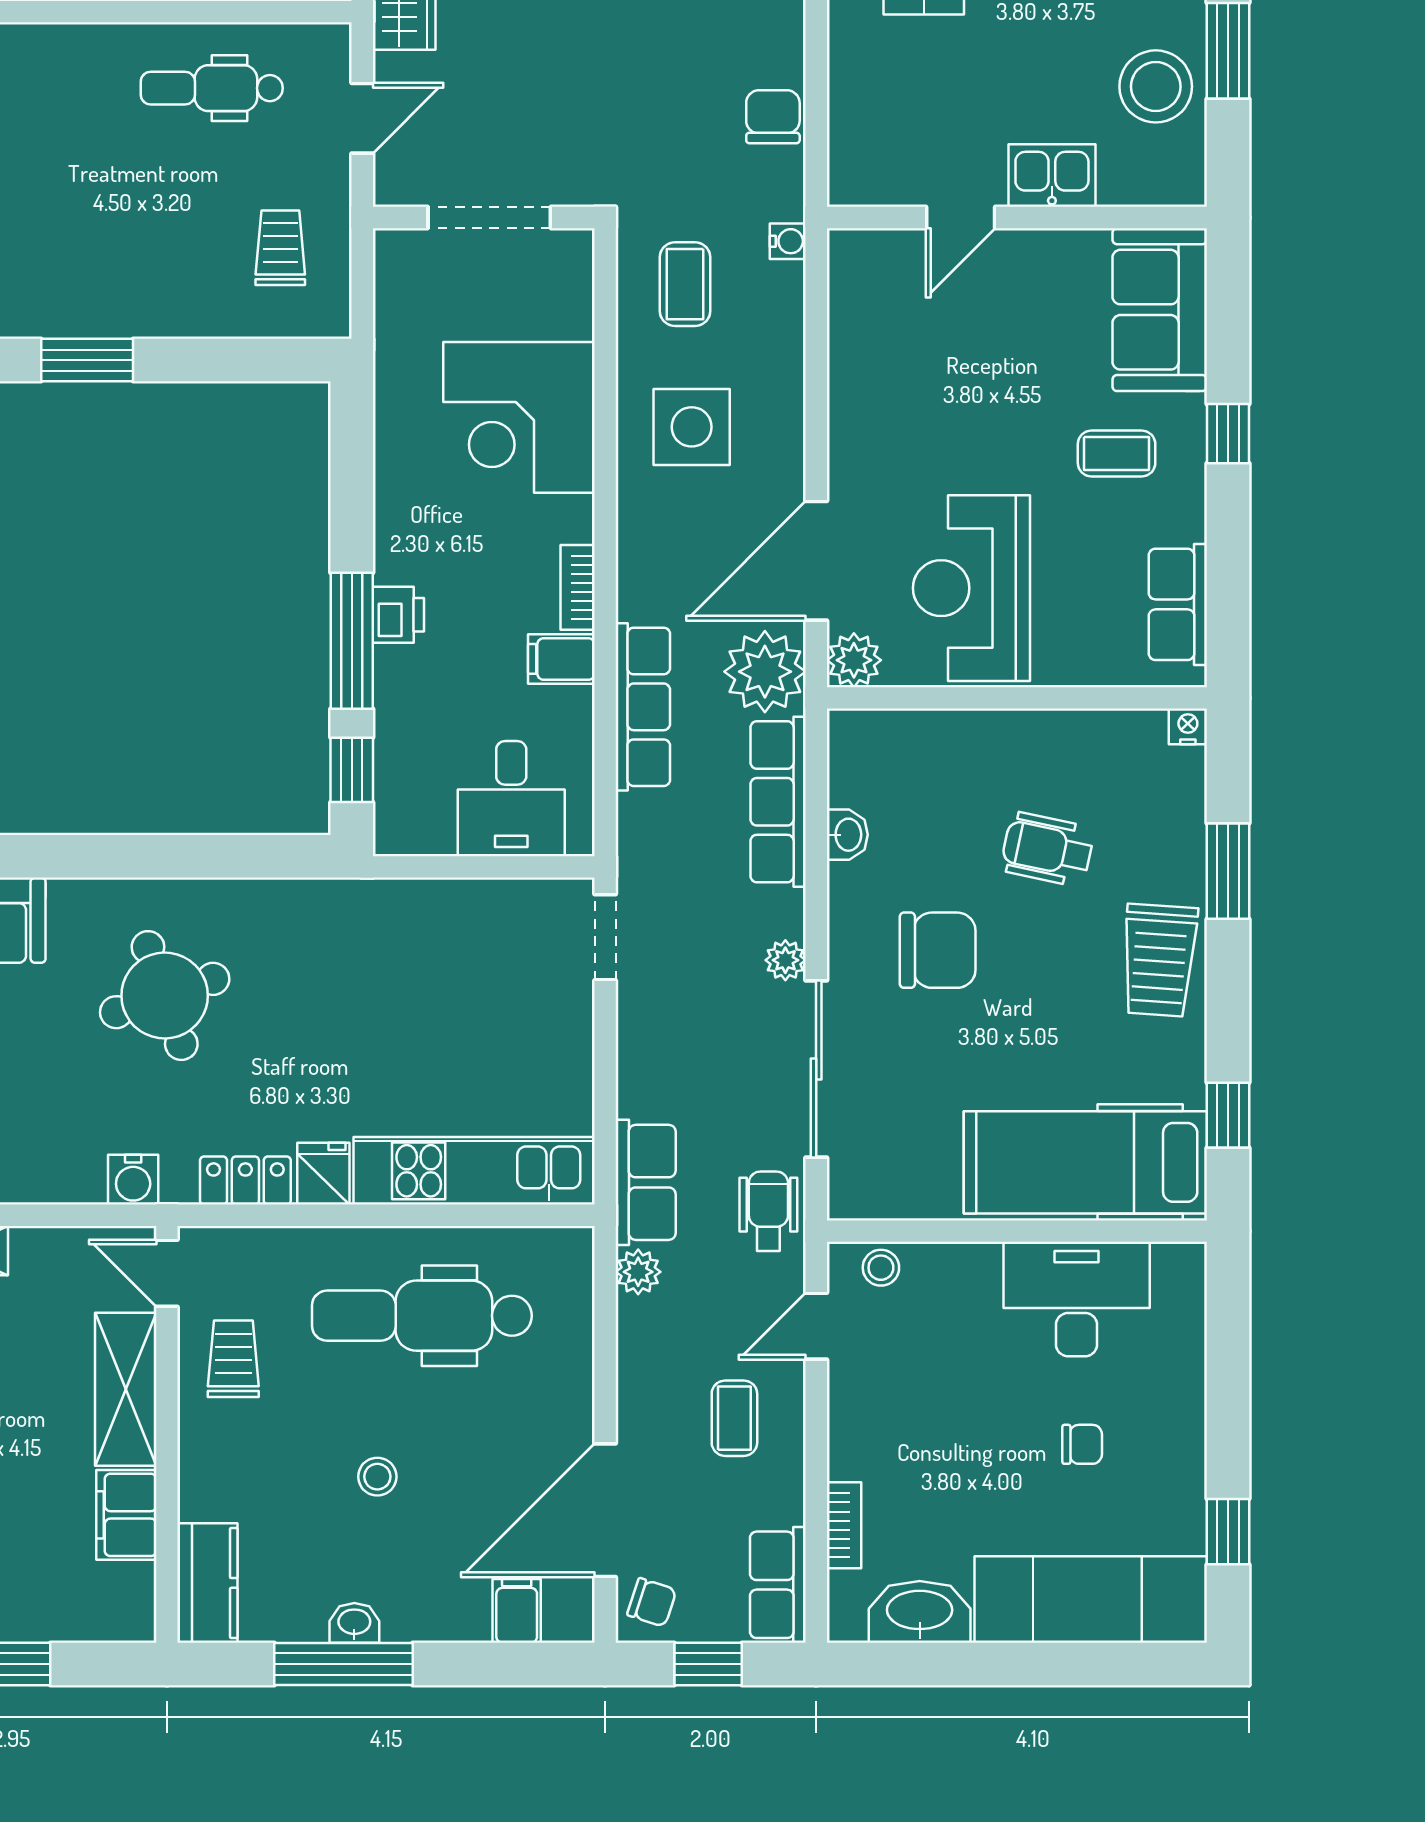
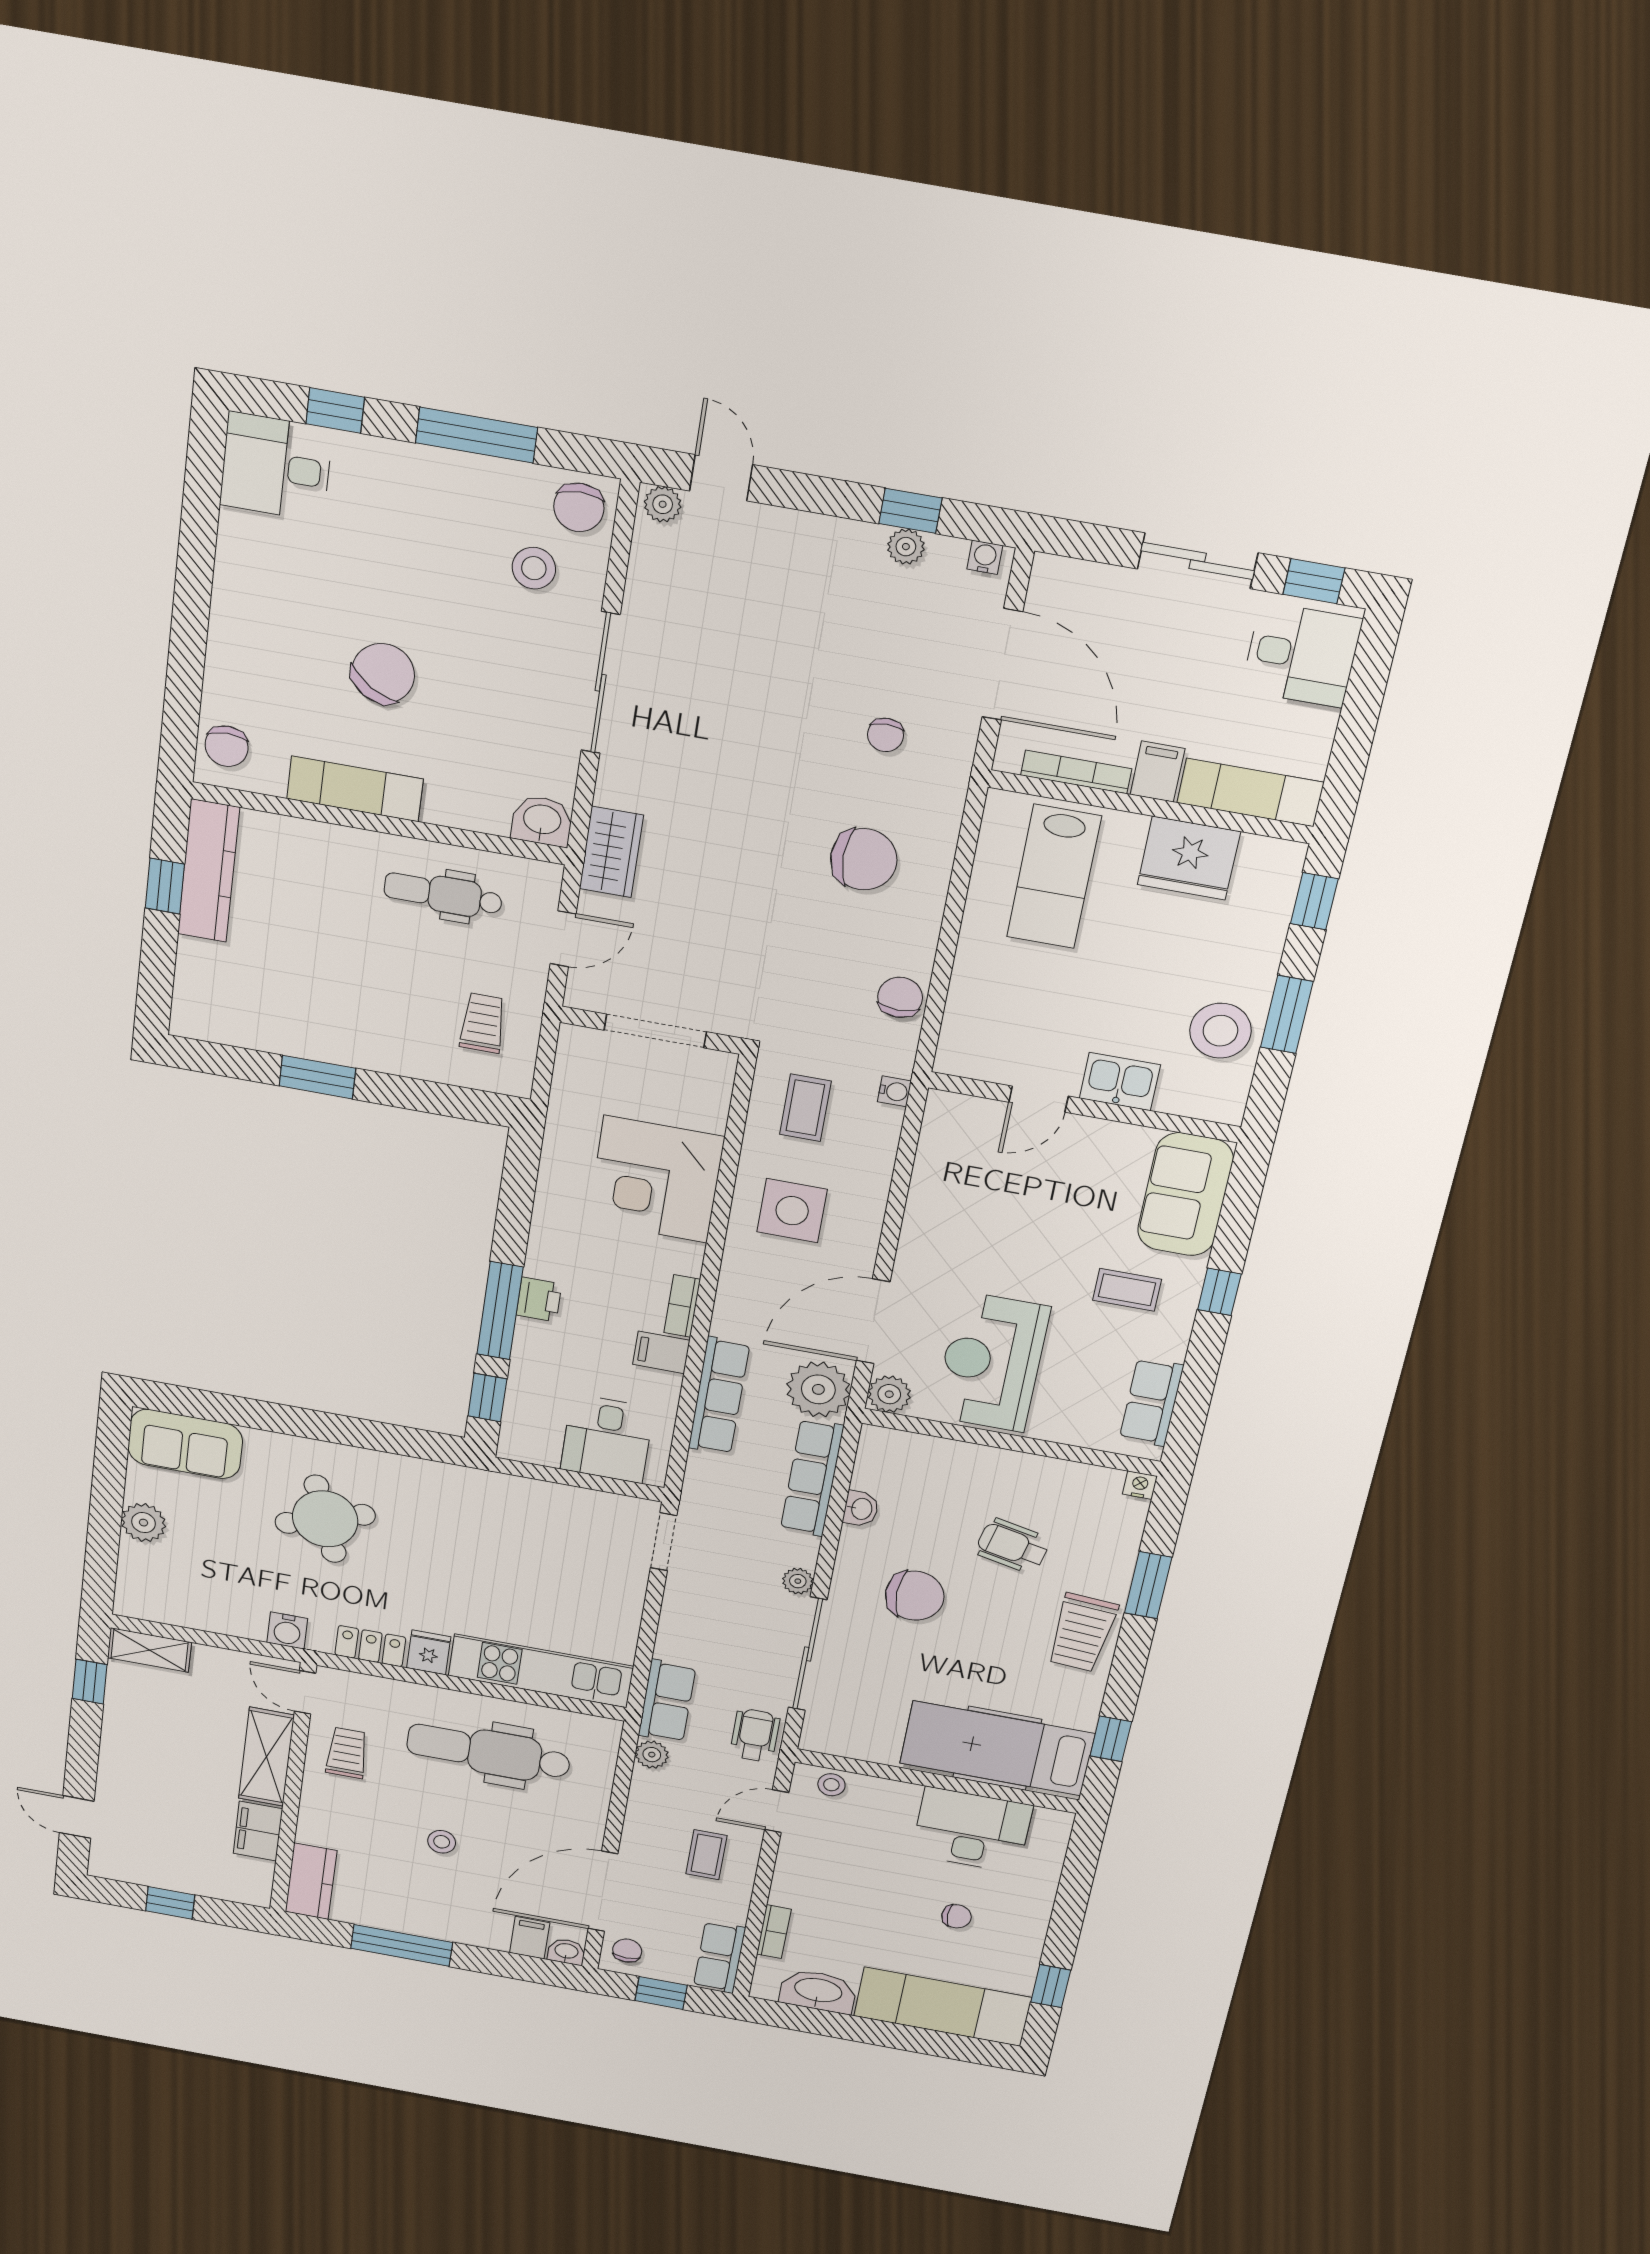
chair: (652, 1602) -> (627, 1951), turned -108
washbasin: (354, 1623) -> (566, 1952), moved

